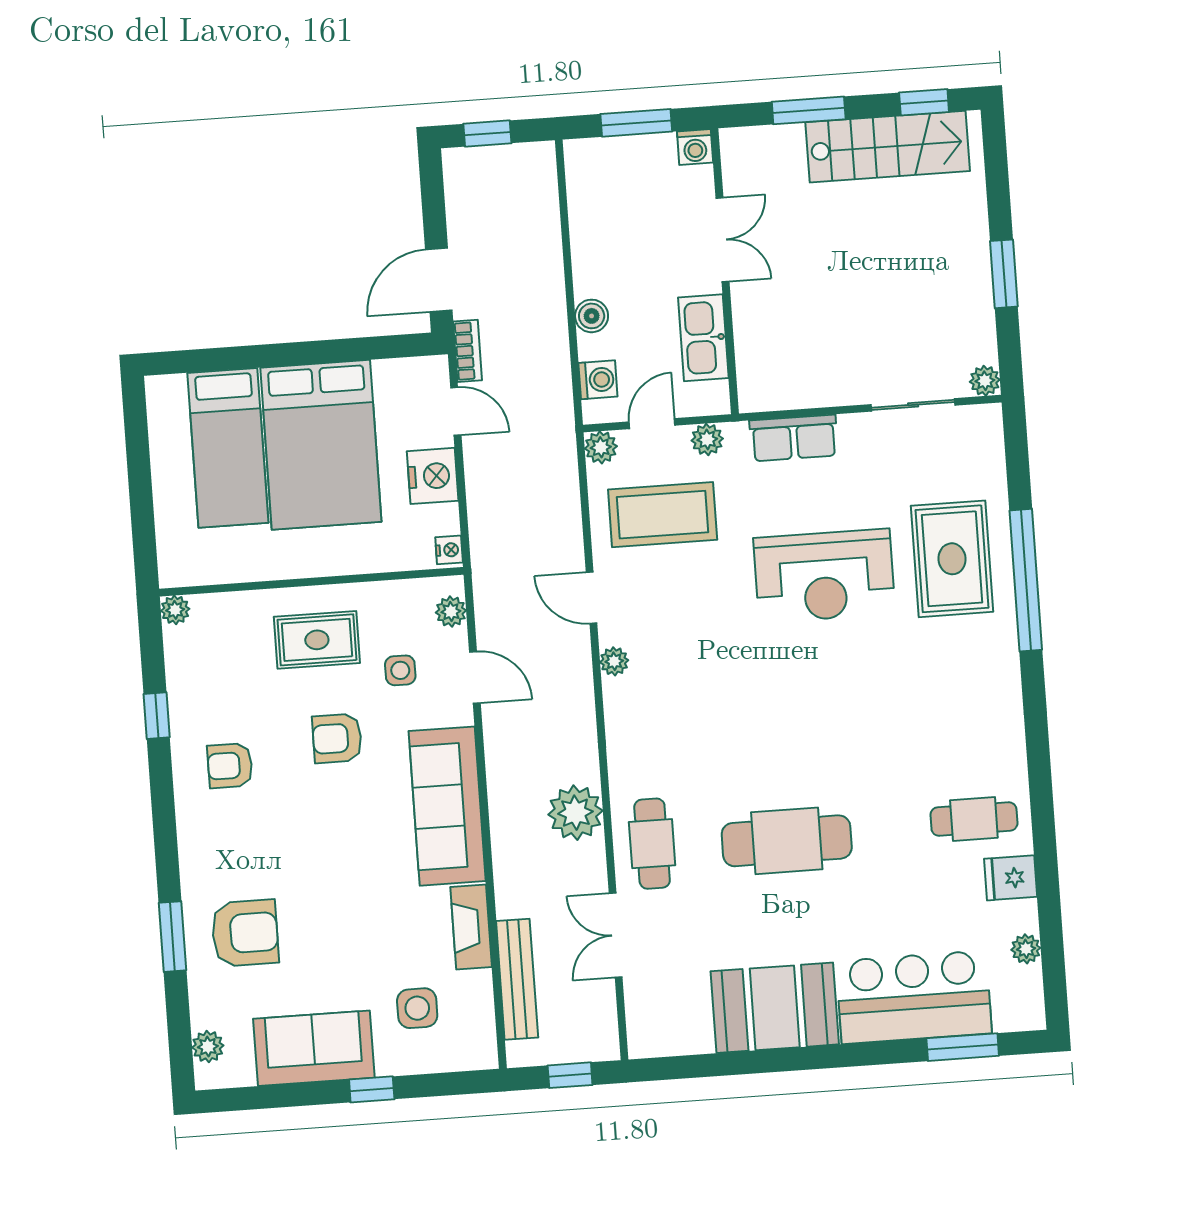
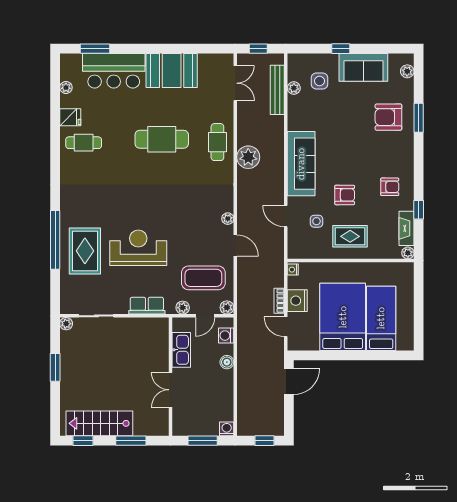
washing machine: (695, 147) -> (227, 429), moved
bookcase: (468, 351) -> (279, 301), moved
plant: (451, 612) -> (294, 88), moved
fireplace: (471, 927) -> (406, 228), moved, turned 180
double door: (616, 935) -> (235, 83), moved

